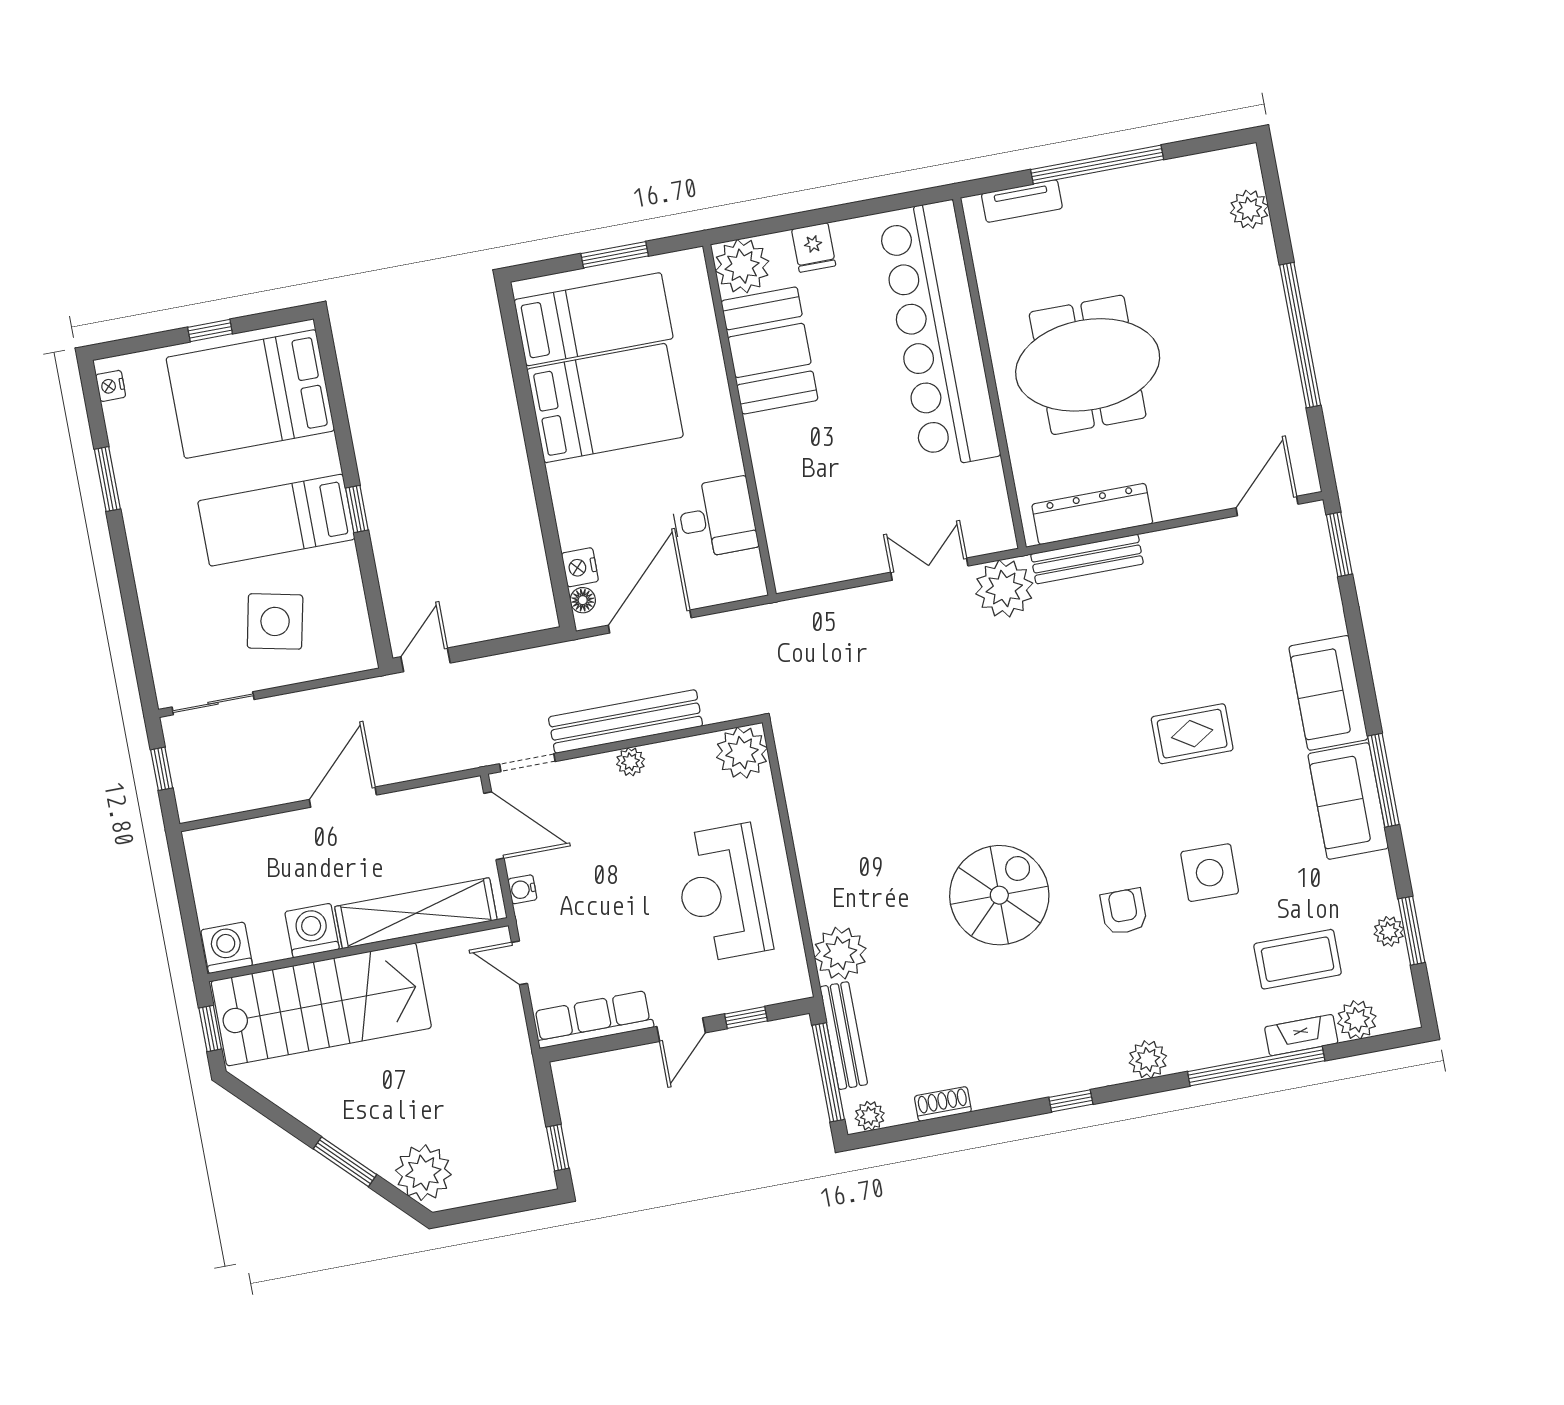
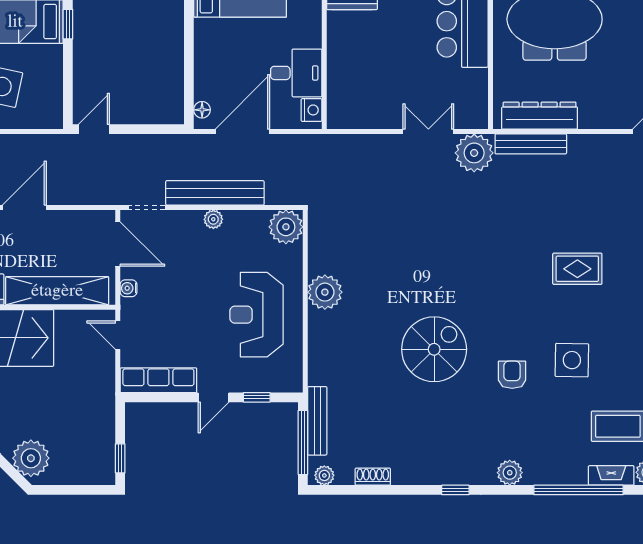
nightstand: (580, 567) -> (312, 110), moved, turned 180
plant: (840, 953) -> (325, 292), moved

